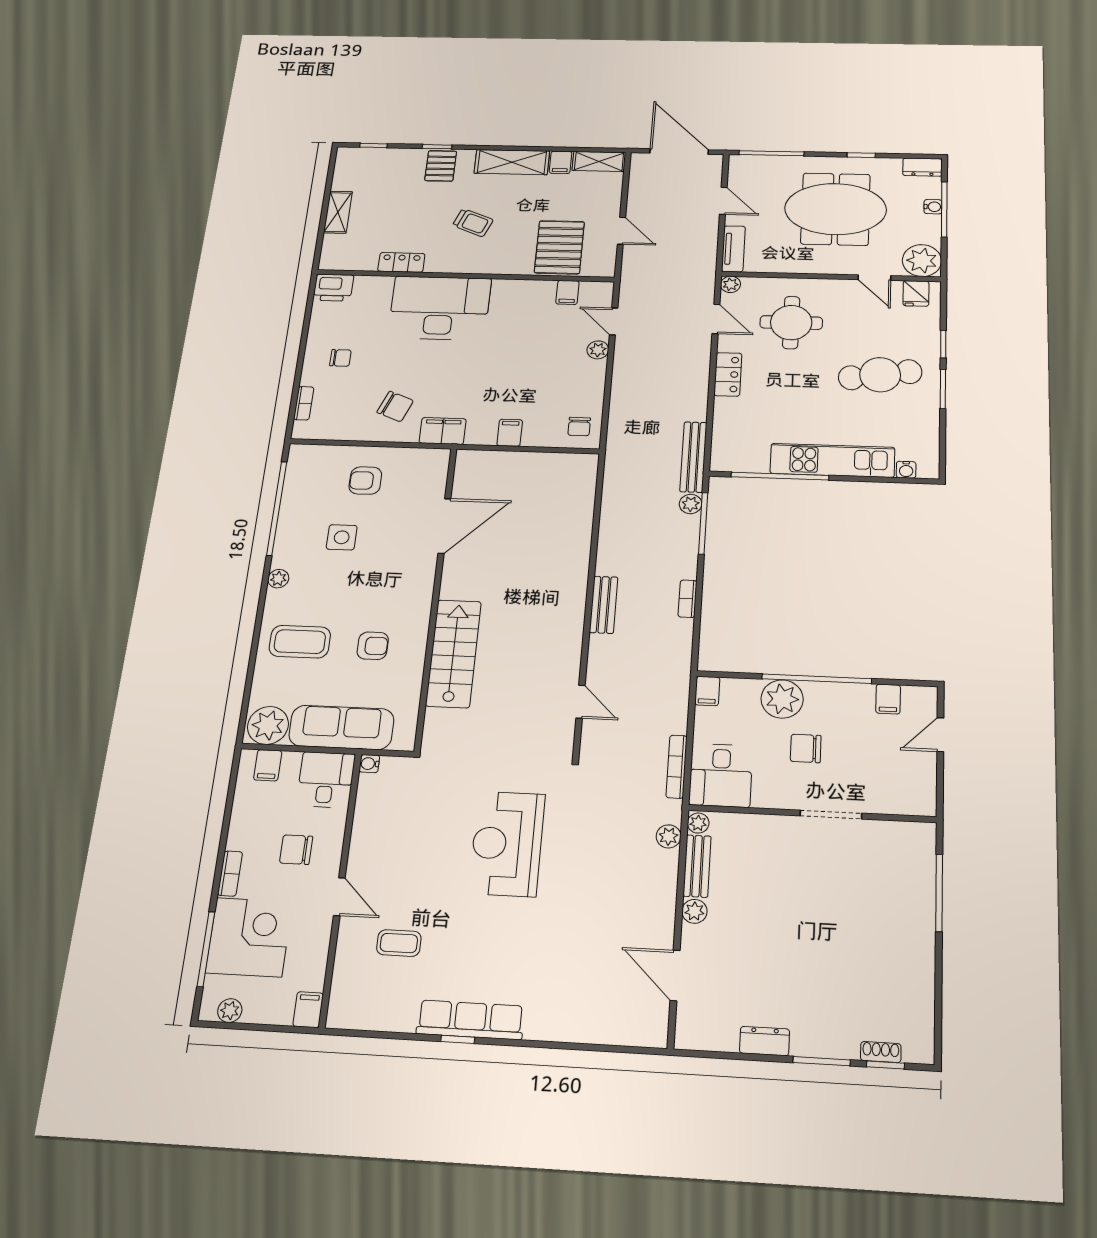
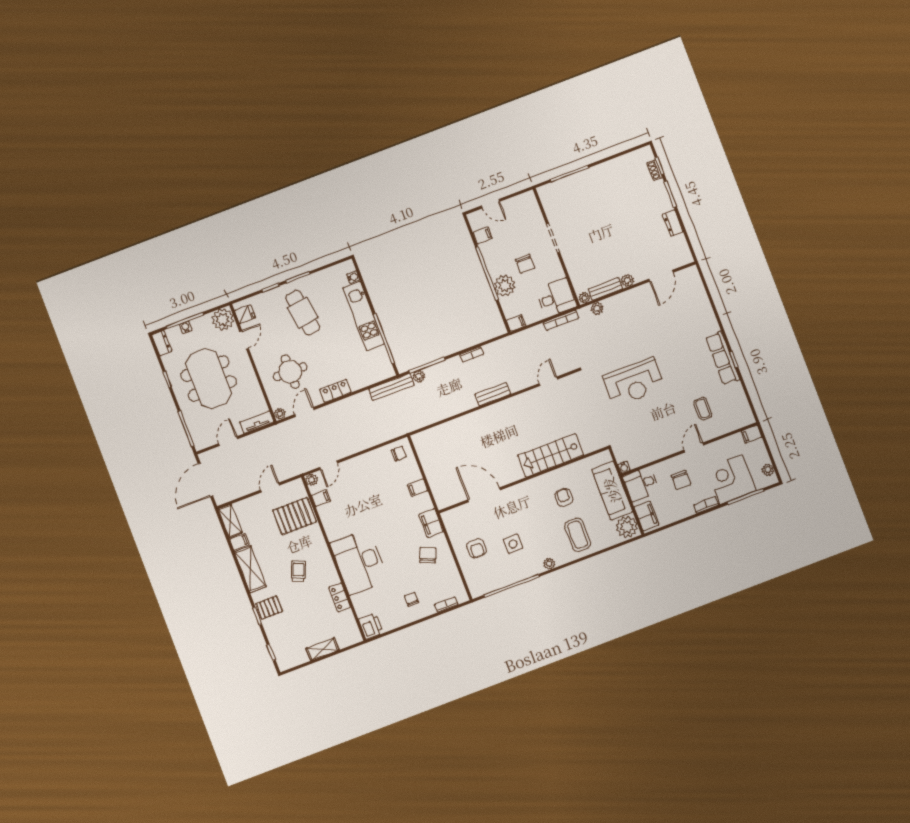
plant: (598, 350) -> (312, 480), moved
filing cabinet: (268, 765) -> (647, 516), width x2.00

